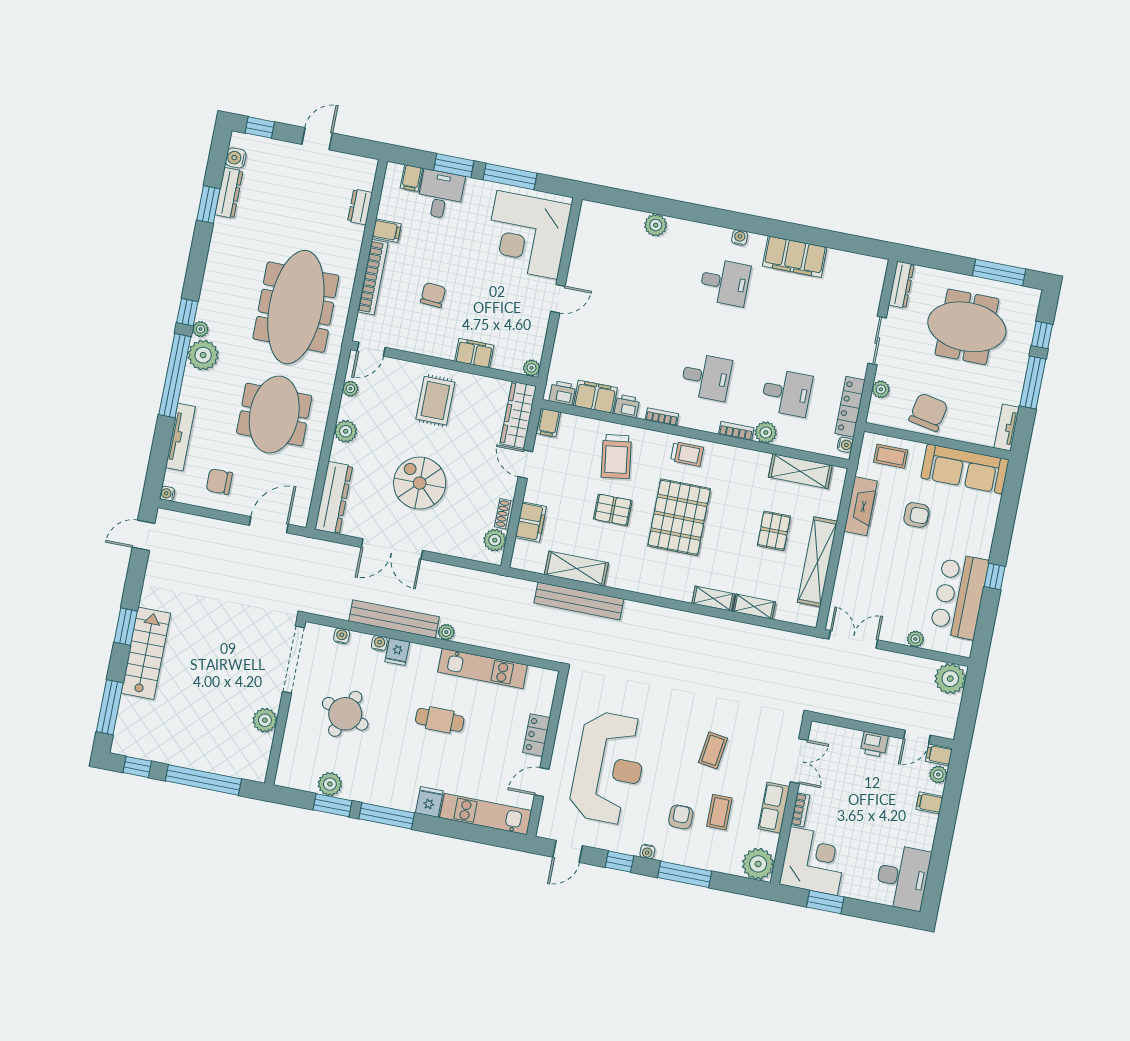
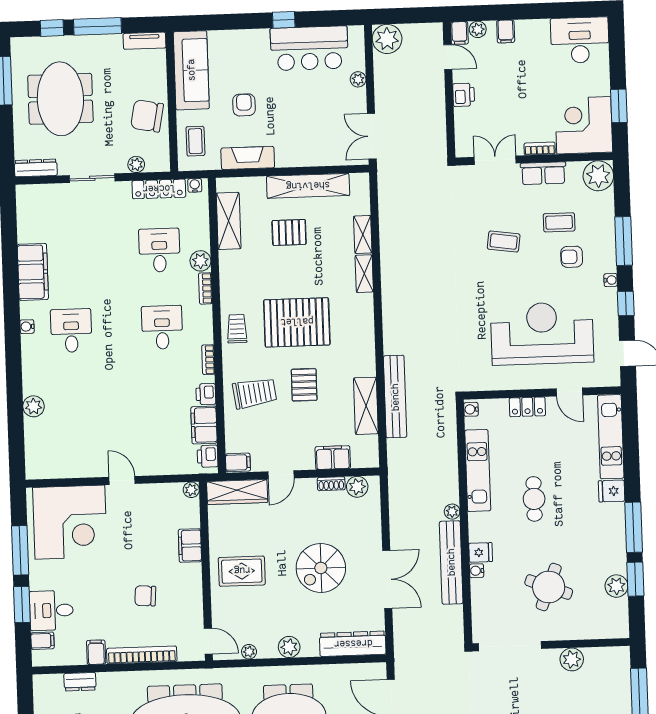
water cooler: (342, 636) -> (471, 409), moved

